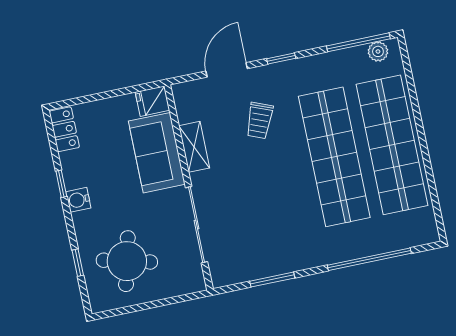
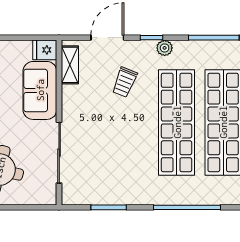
plant: (378, 51) -> (165, 48), moved
shelving: (194, 147) -> (70, 65), moved

